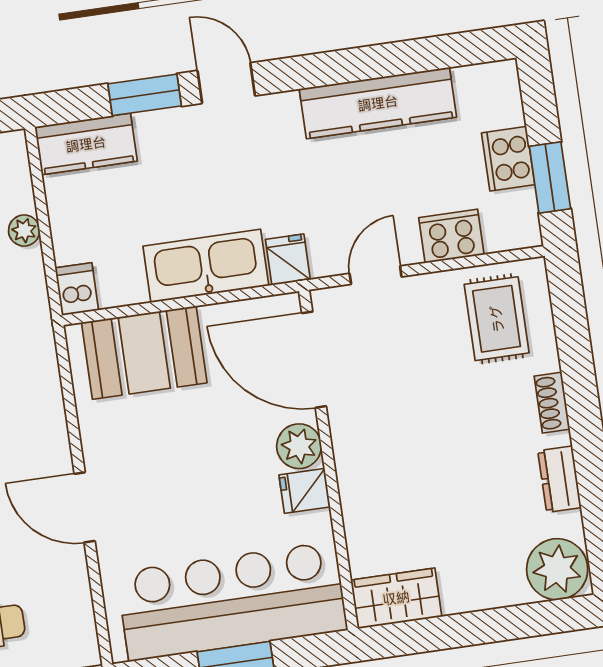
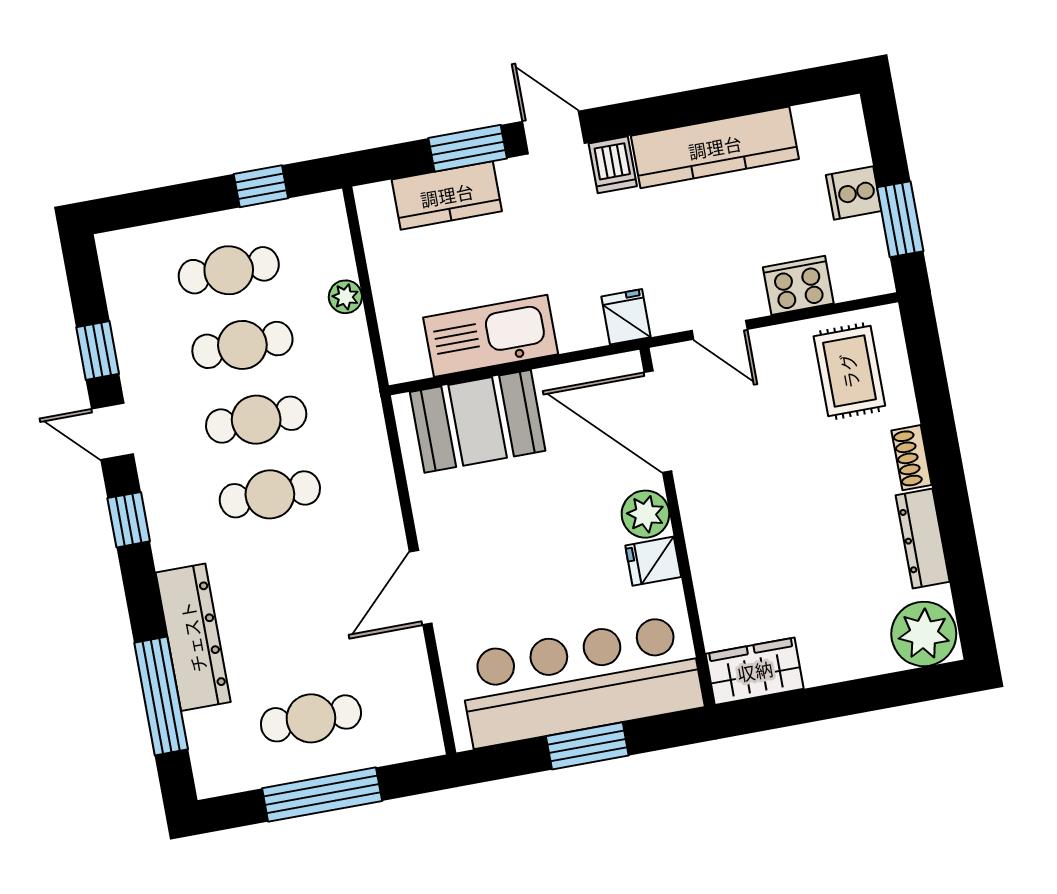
kitchen counter: (86, 144) -> (447, 195), moved
cooker: (508, 159) -> (854, 193), width x0.73
kitchen sink: (206, 266) -> (491, 336), moved
door: (376, 275) -> (720, 330), swing flipped
dishwasher: (77, 289) -> (613, 165), moved, turned 180
dresser: (559, 479) -> (923, 538), width x1.44
door: (85, 507) -> (421, 588), hinge flipped

